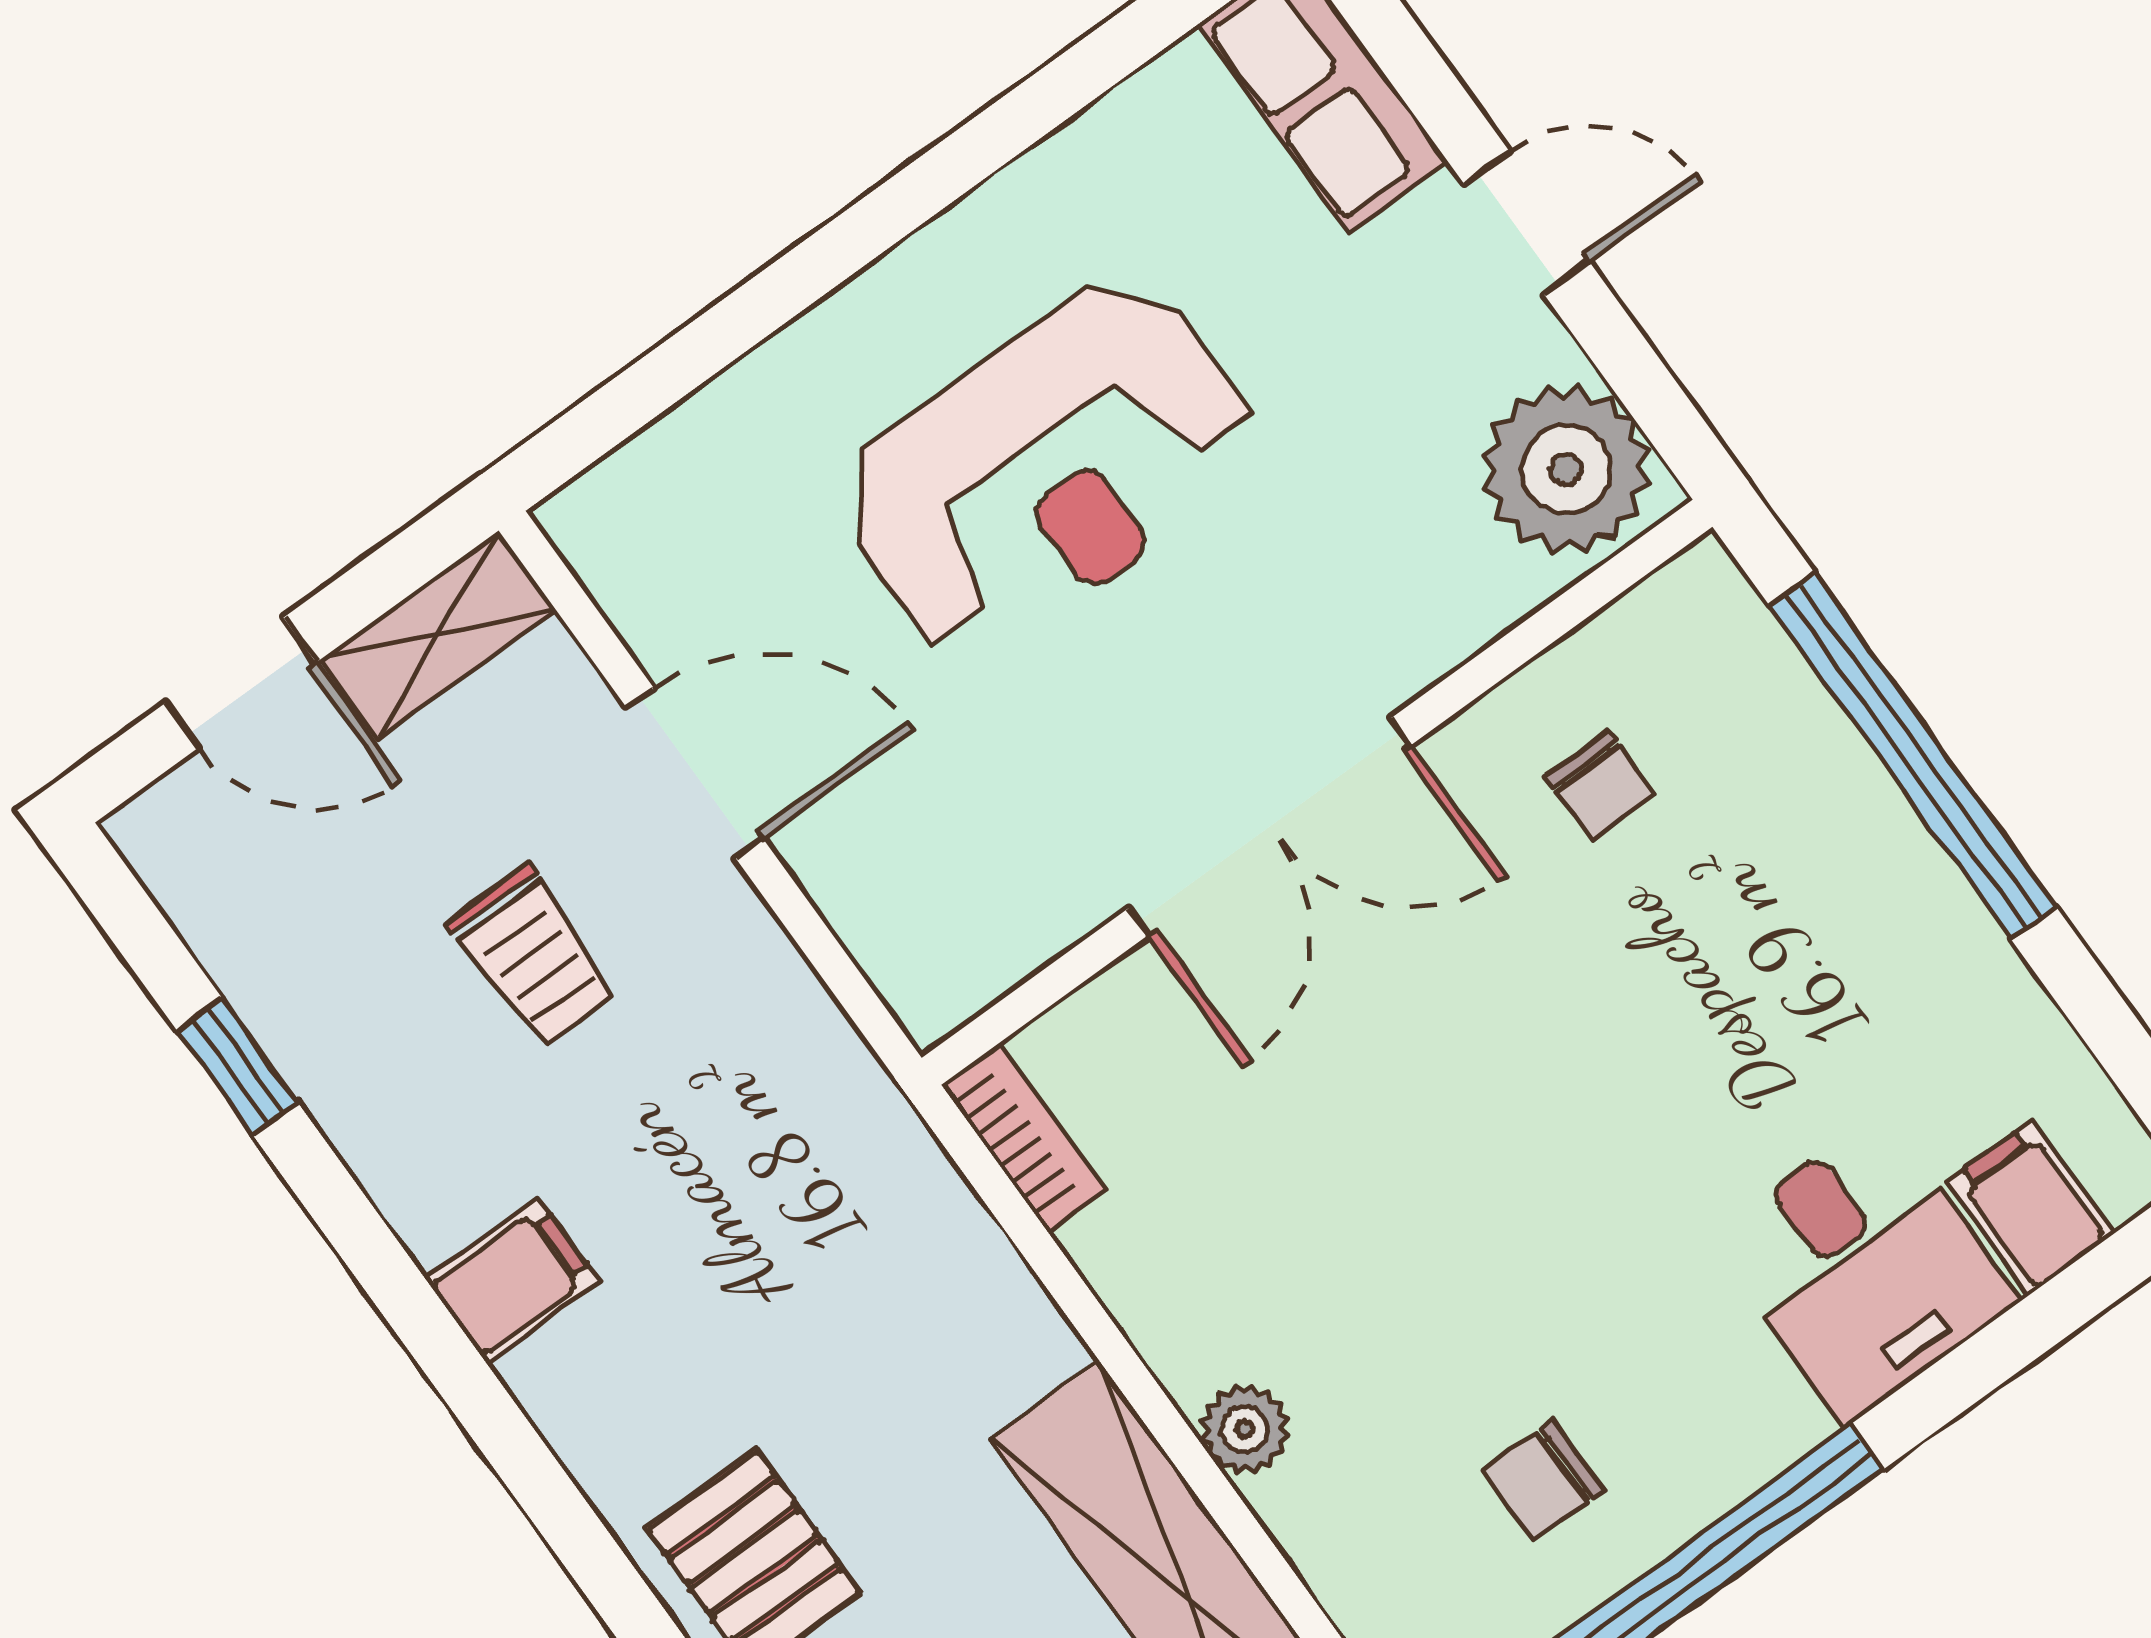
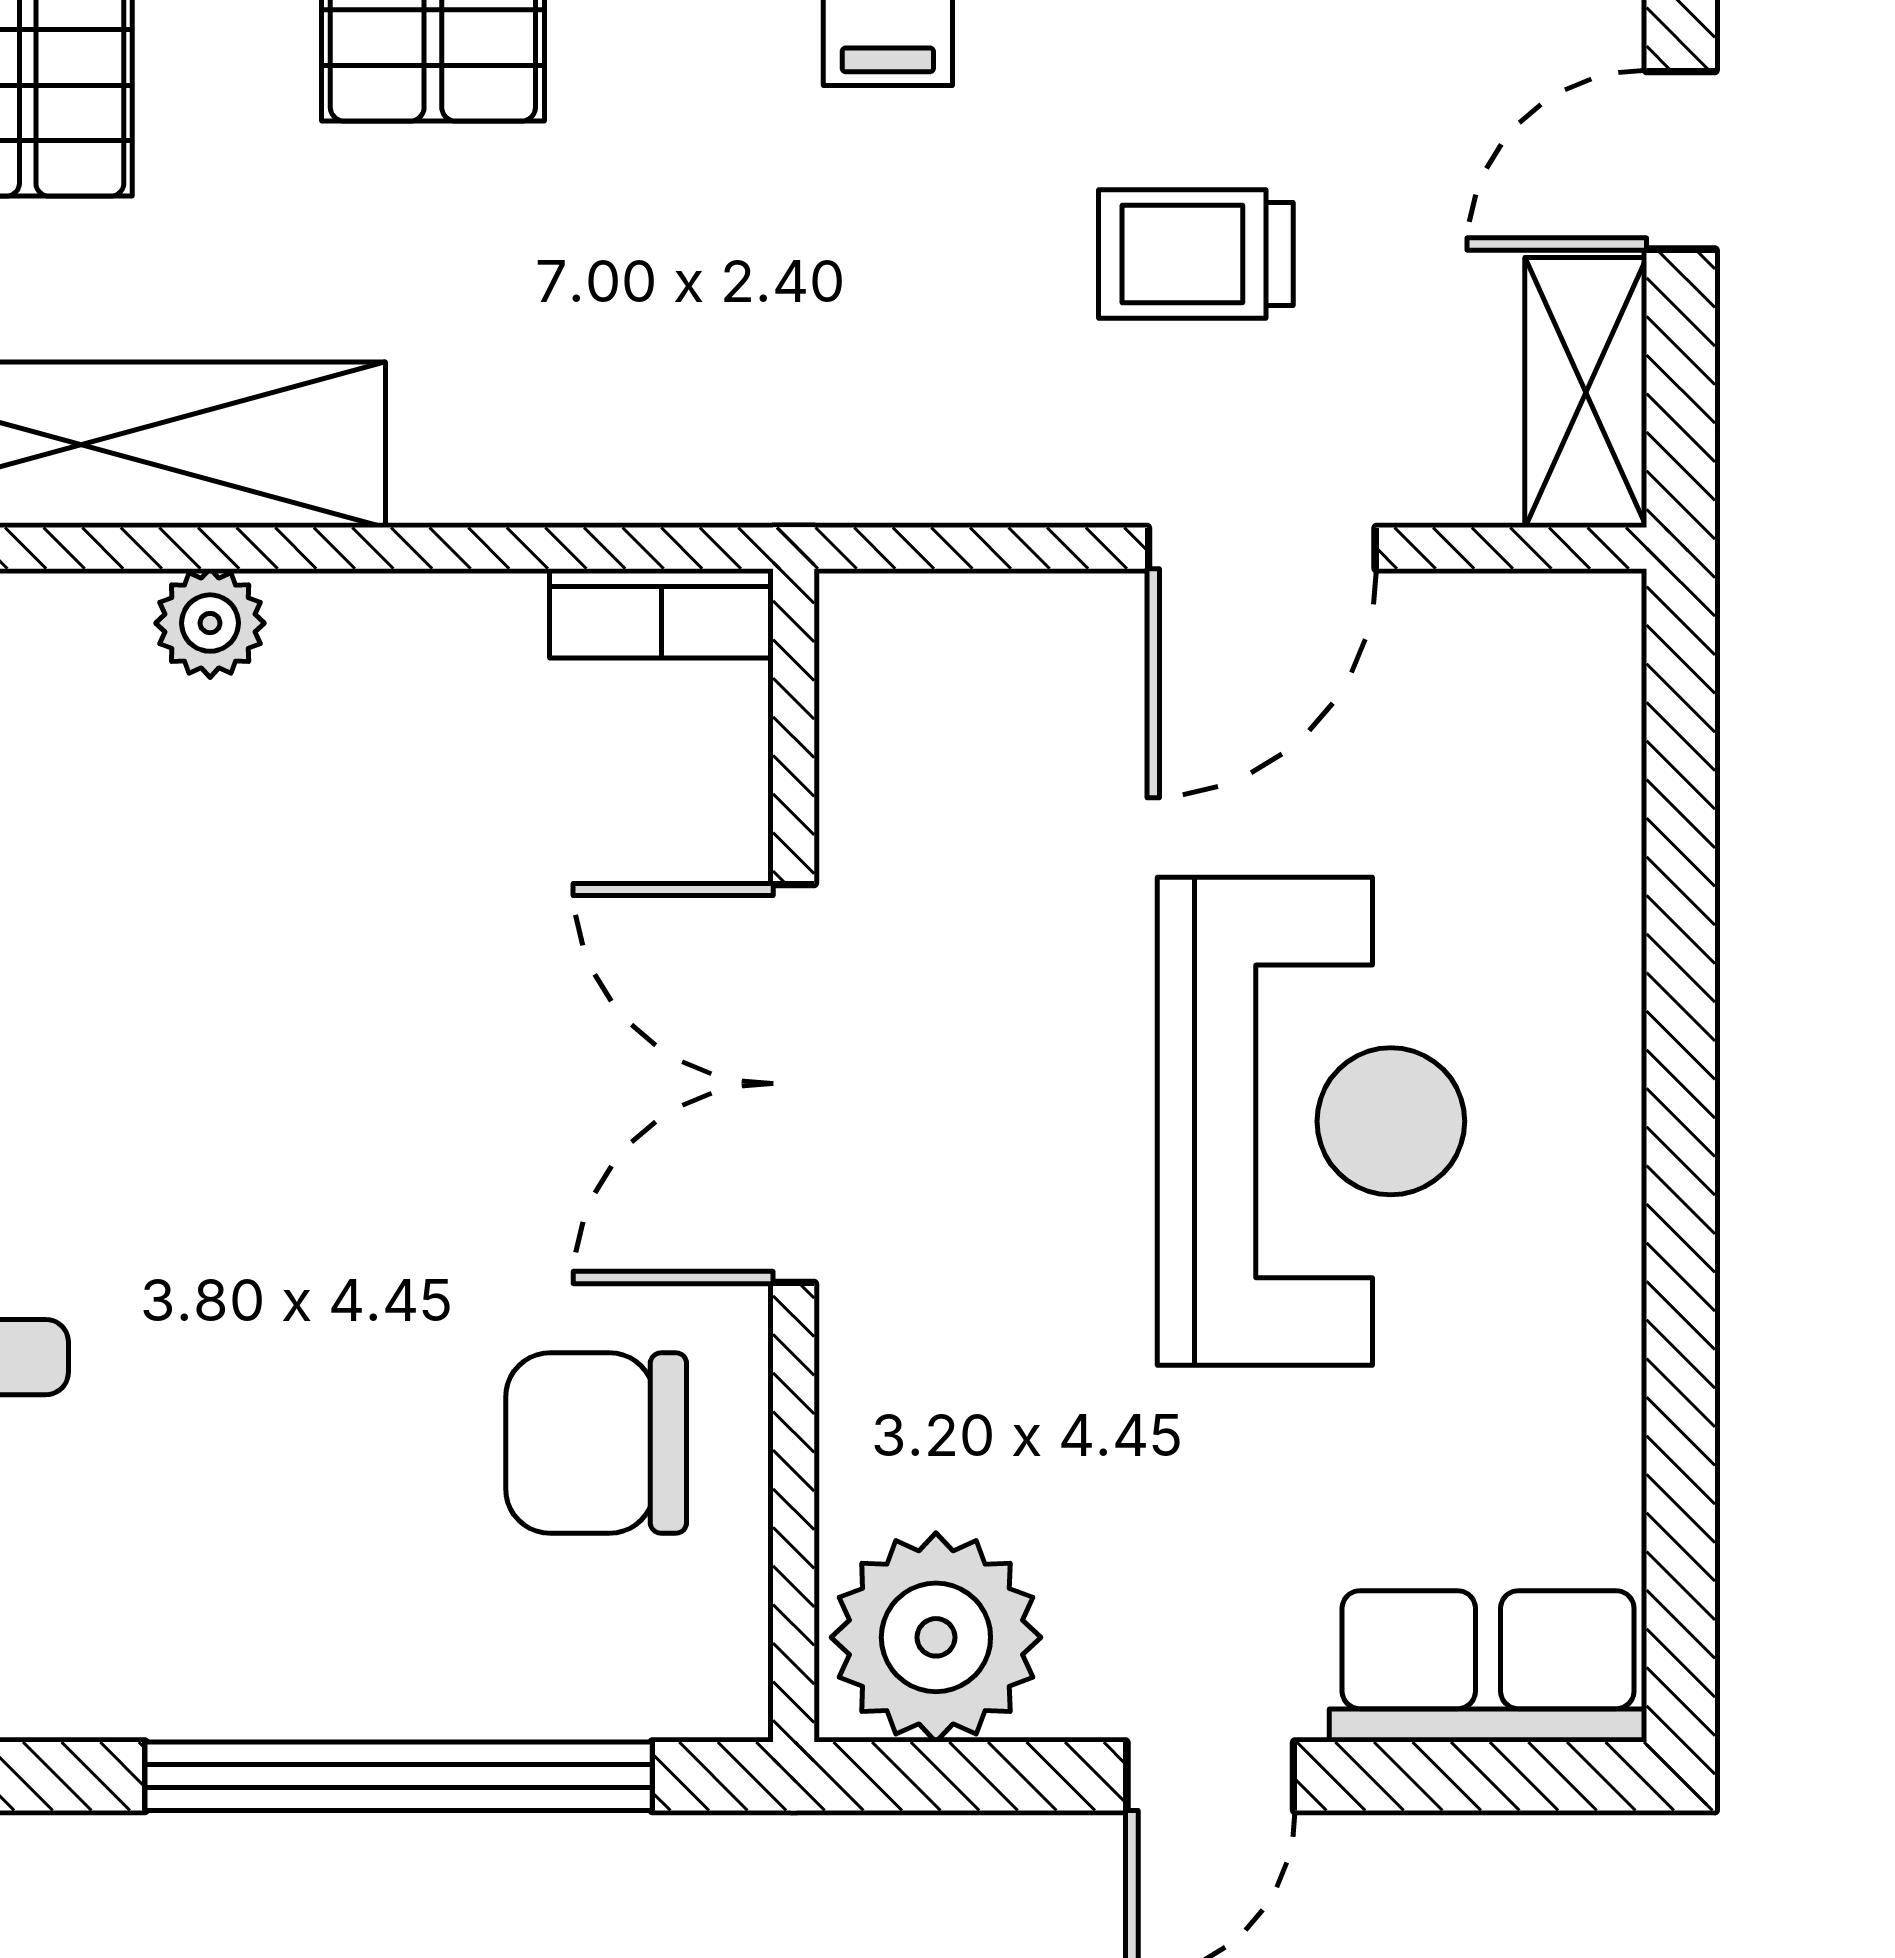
reception desk: (1048, 468) -> (1311, 1121), turned 180
chair: (1600, 785) -> (596, 1443), width x1.87, depth x1.87

